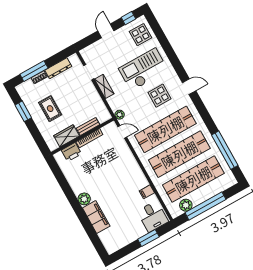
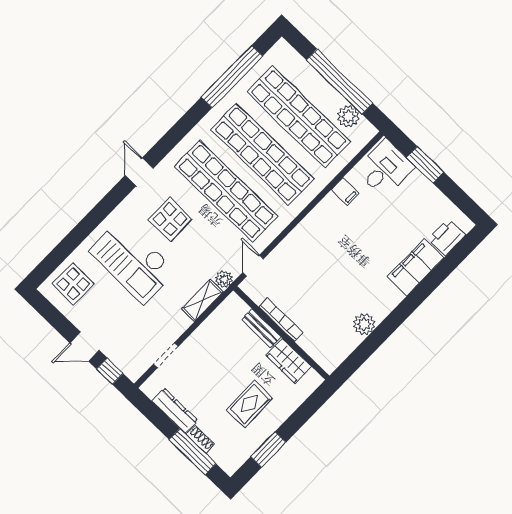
window: (128, 18) -> (110, 371), moved
shelving: (104, 86) -> (202, 300), moved
printer: (71, 152) -> (447, 237), moved, turned -90
plant: (84, 199) -> (364, 324), moved

